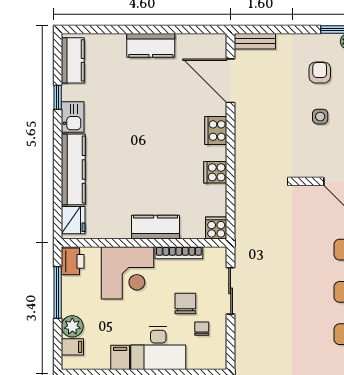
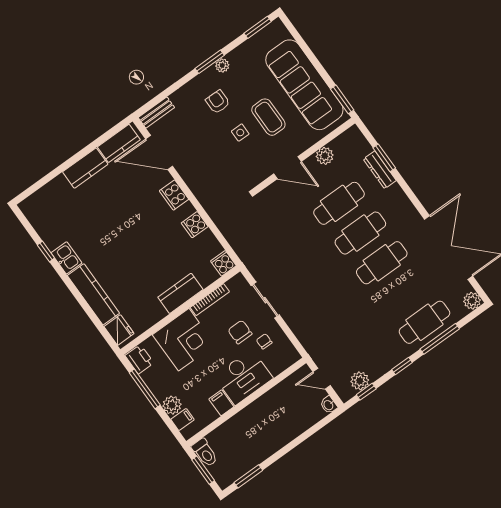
kitchen counter: (73, 60) -> (119, 143), moved, turned 90

